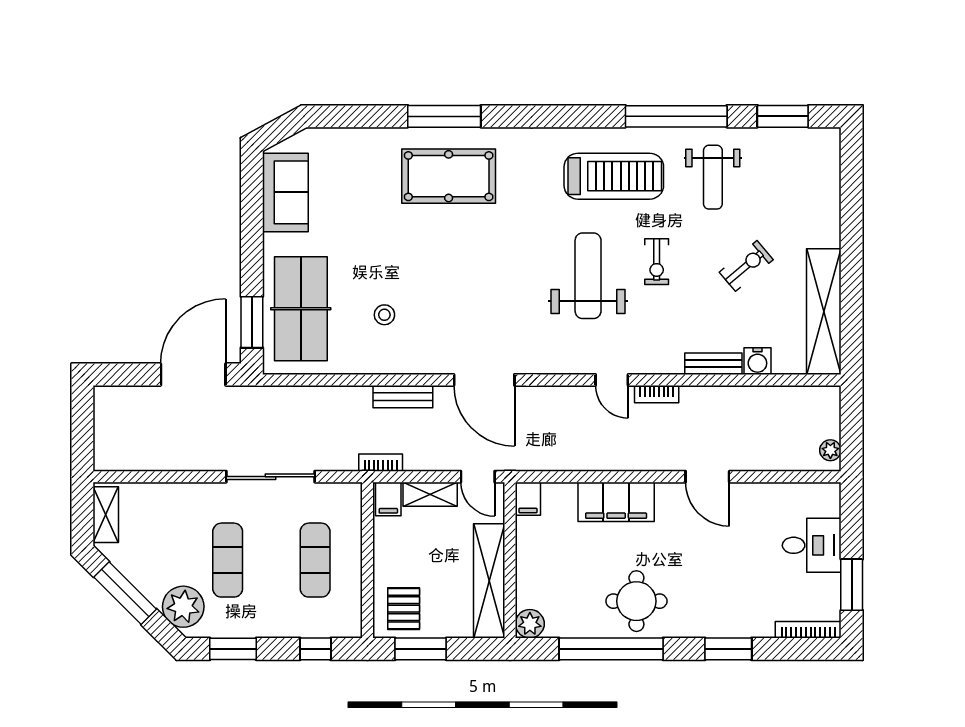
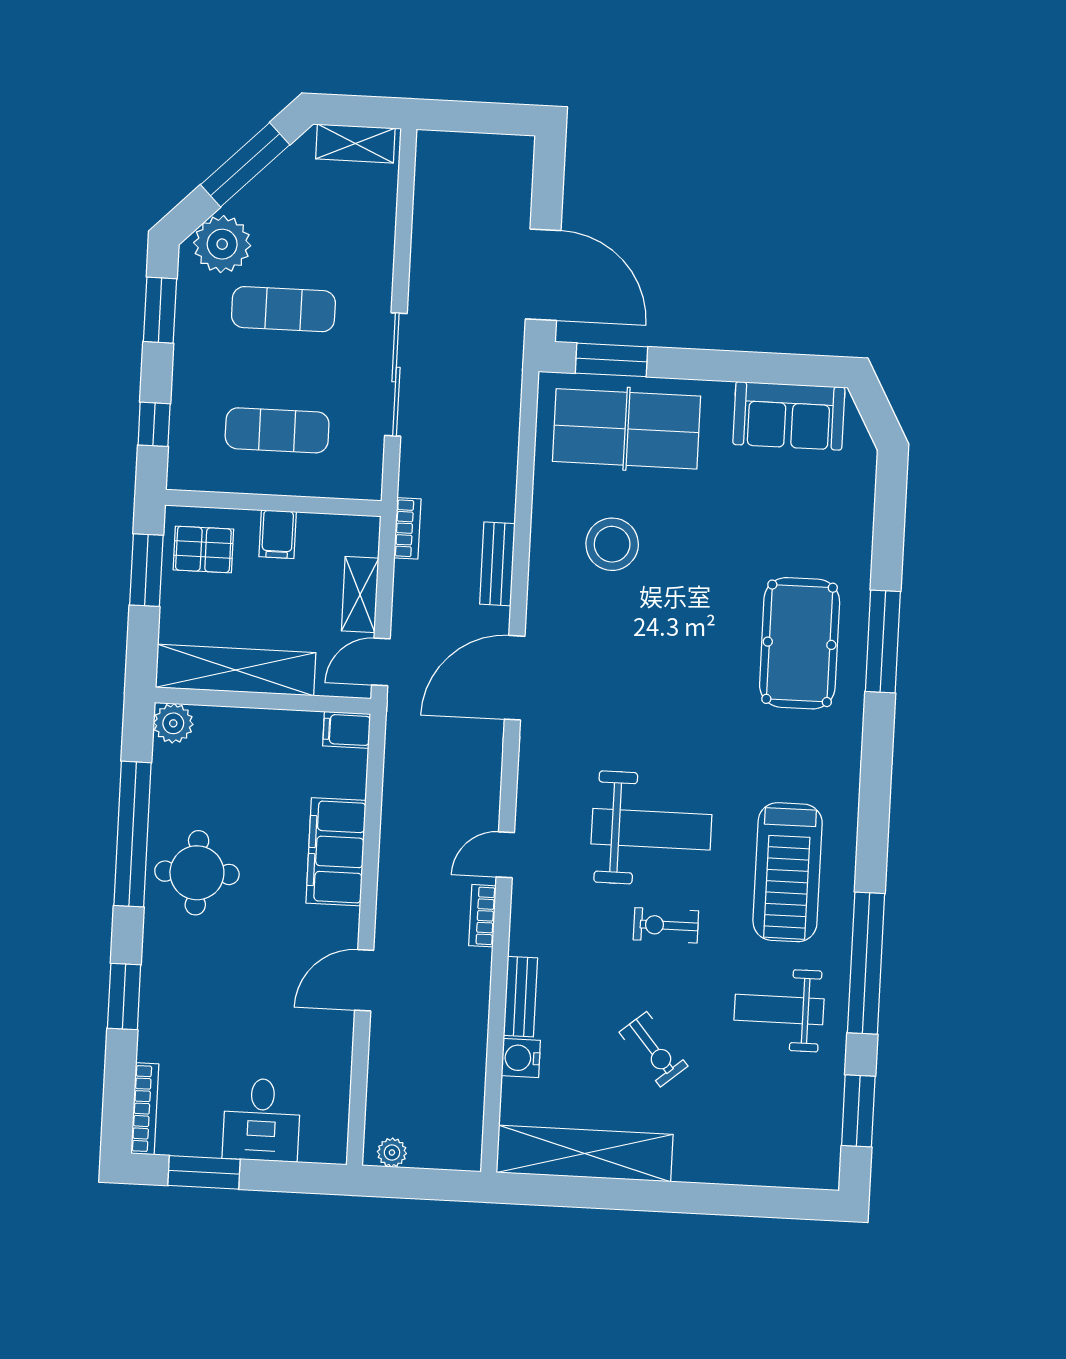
stool: (384, 315) -> (612, 544), width x1.89, depth x1.89
filing cabinet: (388, 499) -> (278, 534), moved, turned -90

